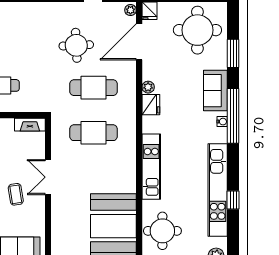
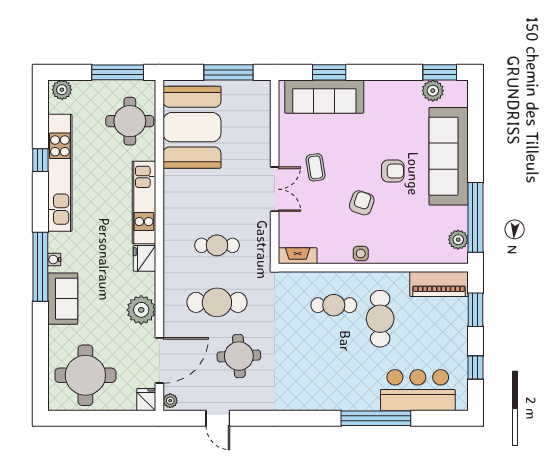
window: (233, 53) -> (40, 346), removed
plant: (148, 87) -> (141, 310), width x1.87, depth x1.87
fridge: (151, 105) -> (144, 258), moved
cafe table: (94, 133) -> (217, 245), width x0.73, depth x0.74

